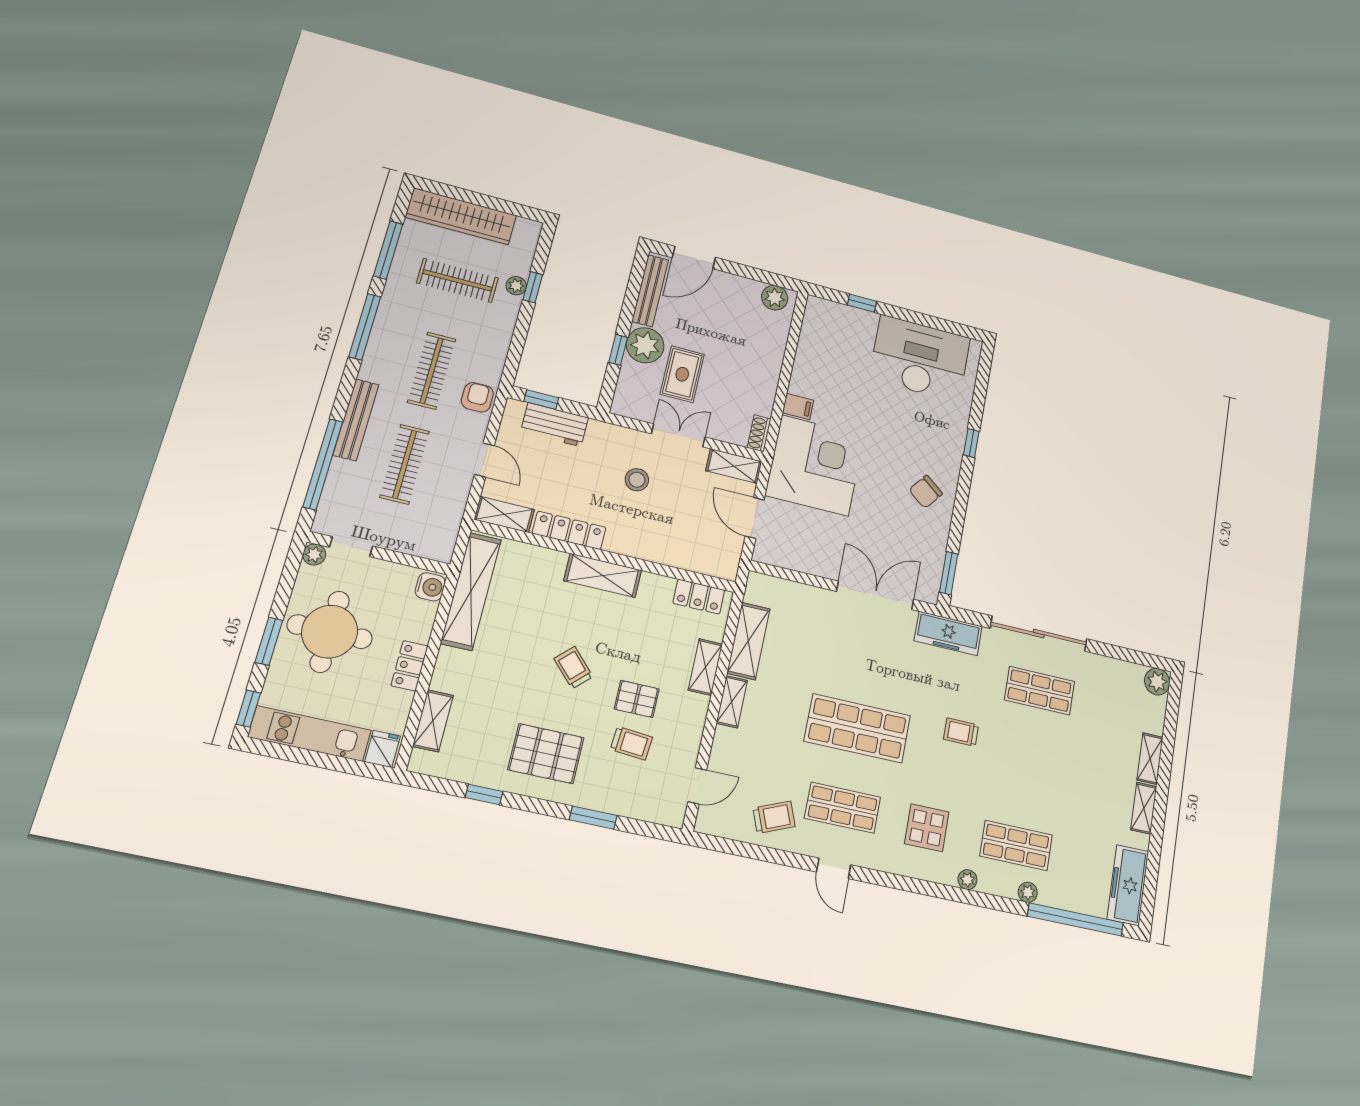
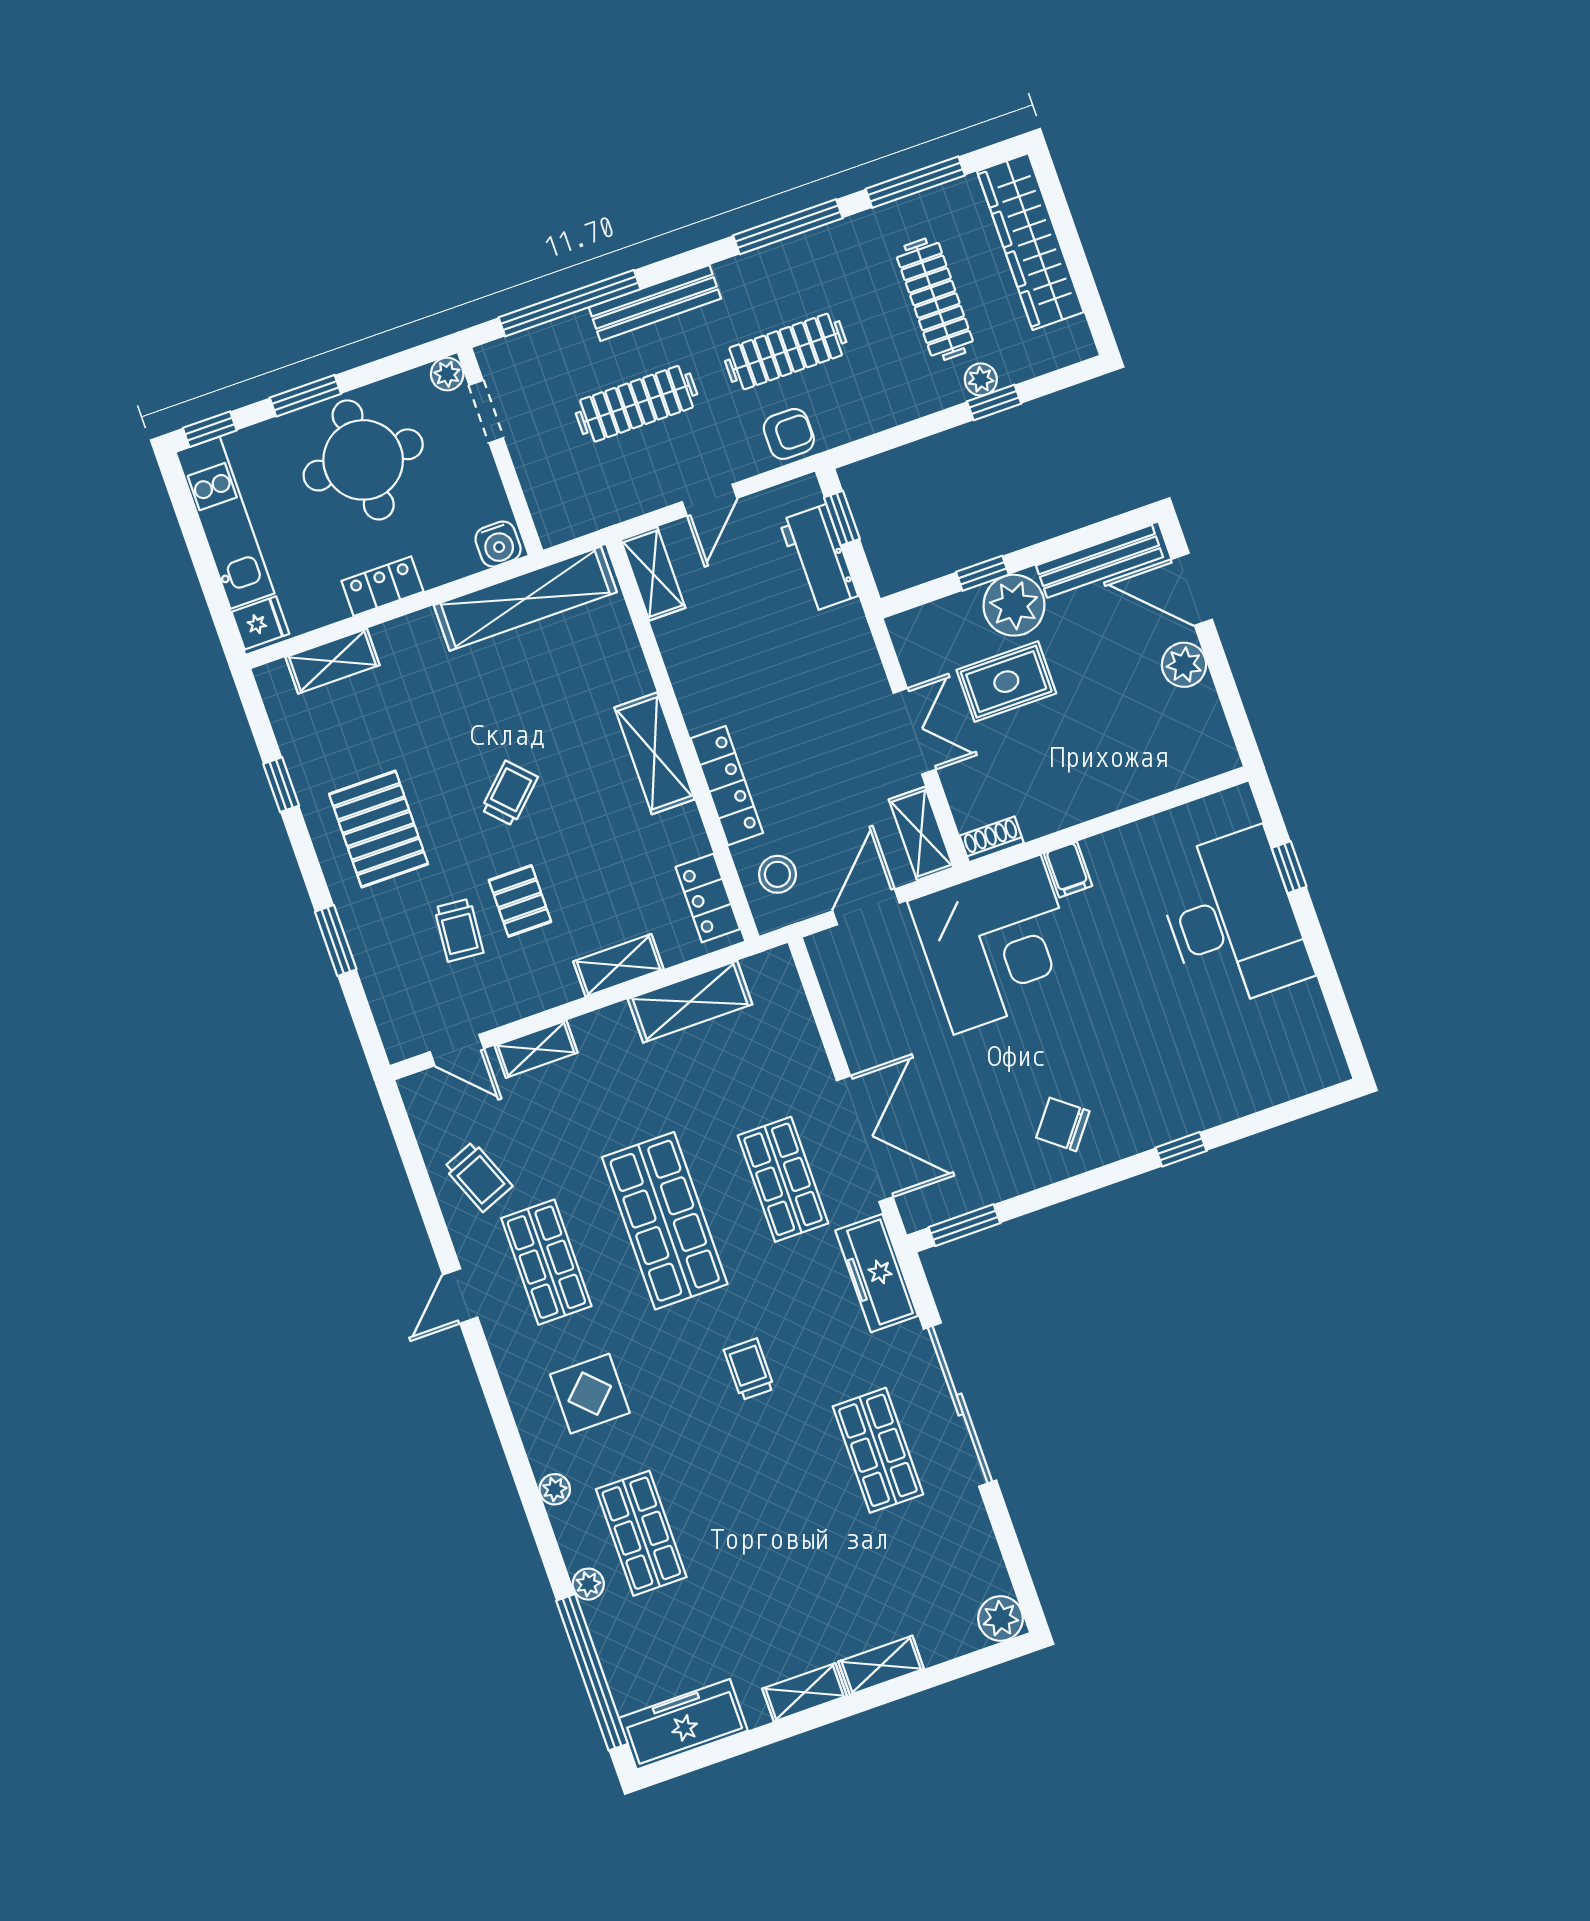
plant: (775, 298) -> (1184, 665), moved
desk: (920, 358) -> (1233, 919), moved
stool: (637, 480) -> (777, 874), moved
locker: (569, 530) -> (727, 786), moved
shop shelf: (872, 651) -> (783, 1179), added
shelving: (732, 702) -> (536, 1049), moved

